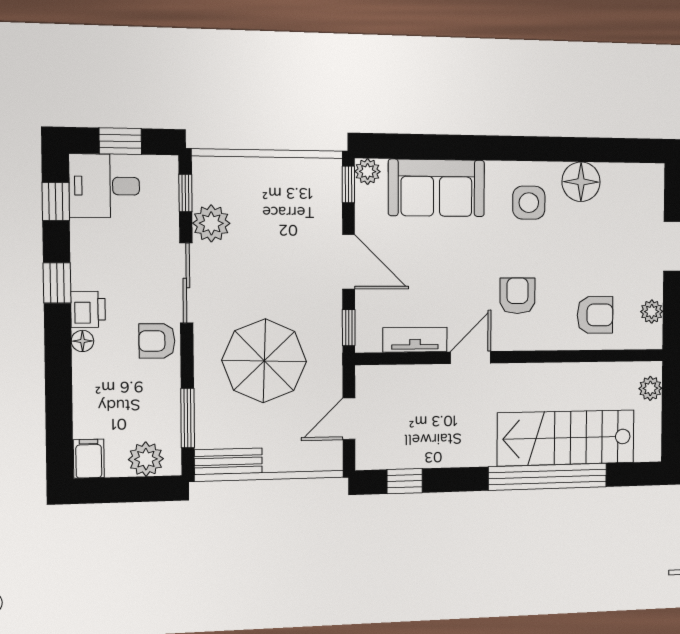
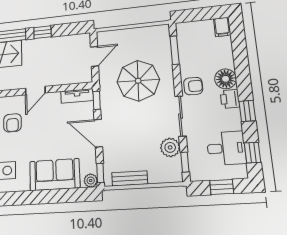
desk: (104, 186) -> (226, 148), moved
tv unit: (415, 340) -> (77, 96), moved
floor lamp: (82, 341) -> (225, 79), width x1.89, depth x1.89
plant: (146, 459) -> (194, 29), removed
bench: (228, 461) -> (130, 178), moved
window: (405, 481) -> (42, 32), moved

